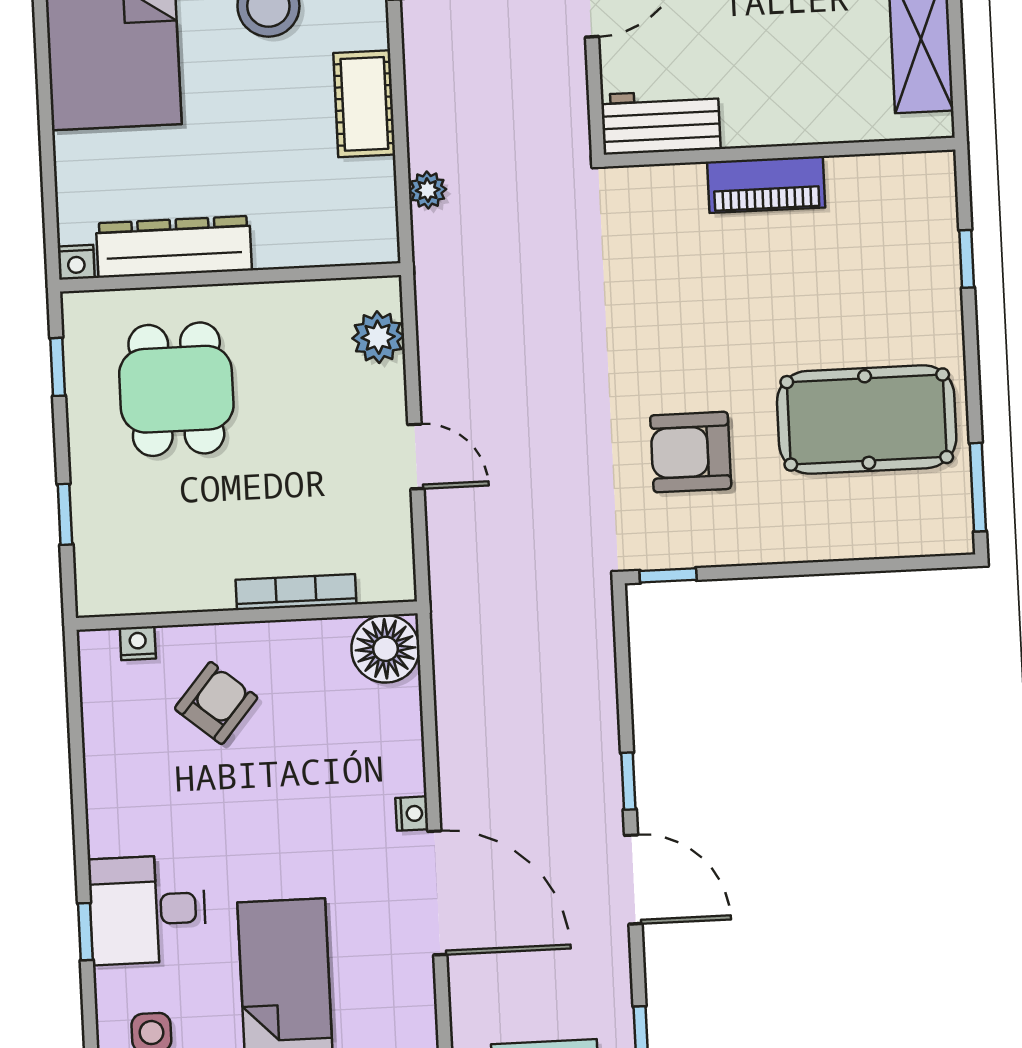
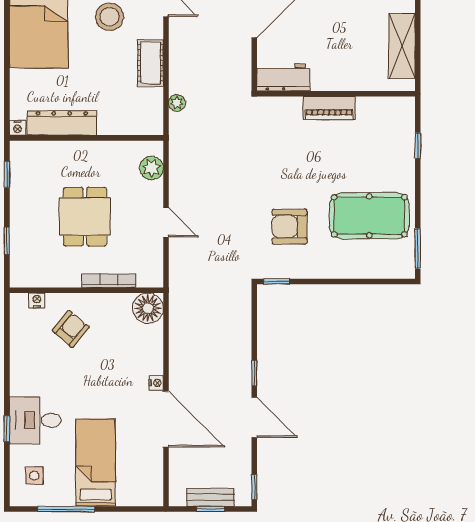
dining table: (176, 389) -> (85, 217), moved

